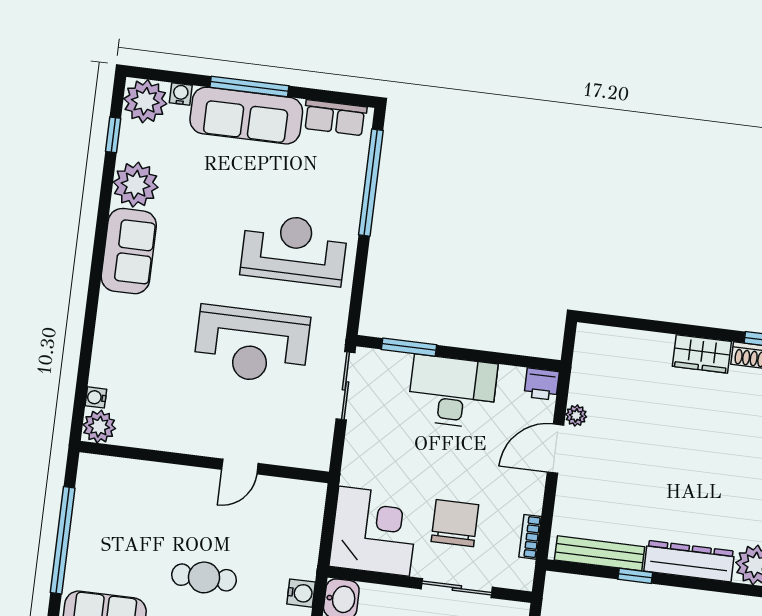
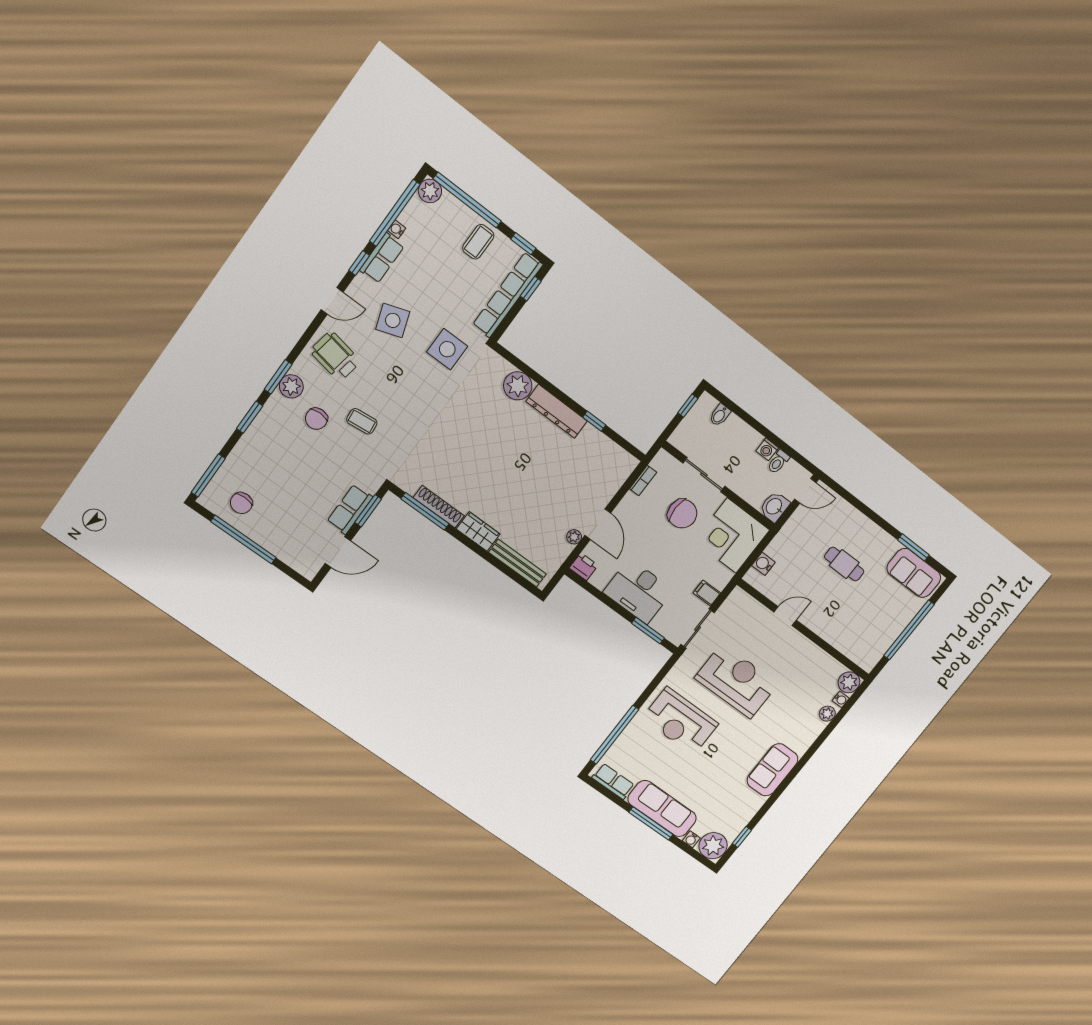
plant: (136, 185) -> (827, 714), moved, width x0.53, depth x0.53
filing cabinet: (361, 439) -> (707, 593), added
door: (555, 449) -> (598, 524), hinge flipped
chair: (455, 523) -> (682, 514), turned -90
bench: (600, 553) -> (517, 563), moved
water cooler: (301, 593) -> (763, 564), moved

